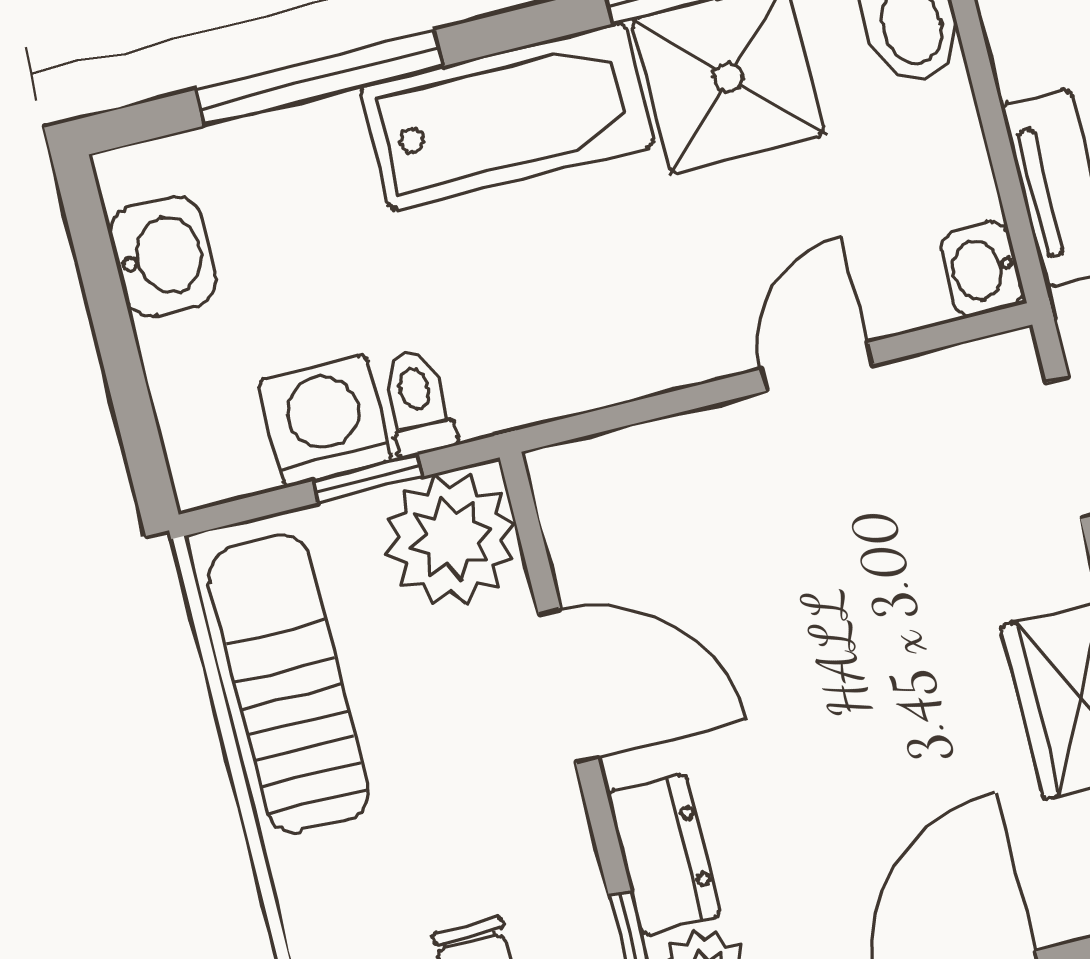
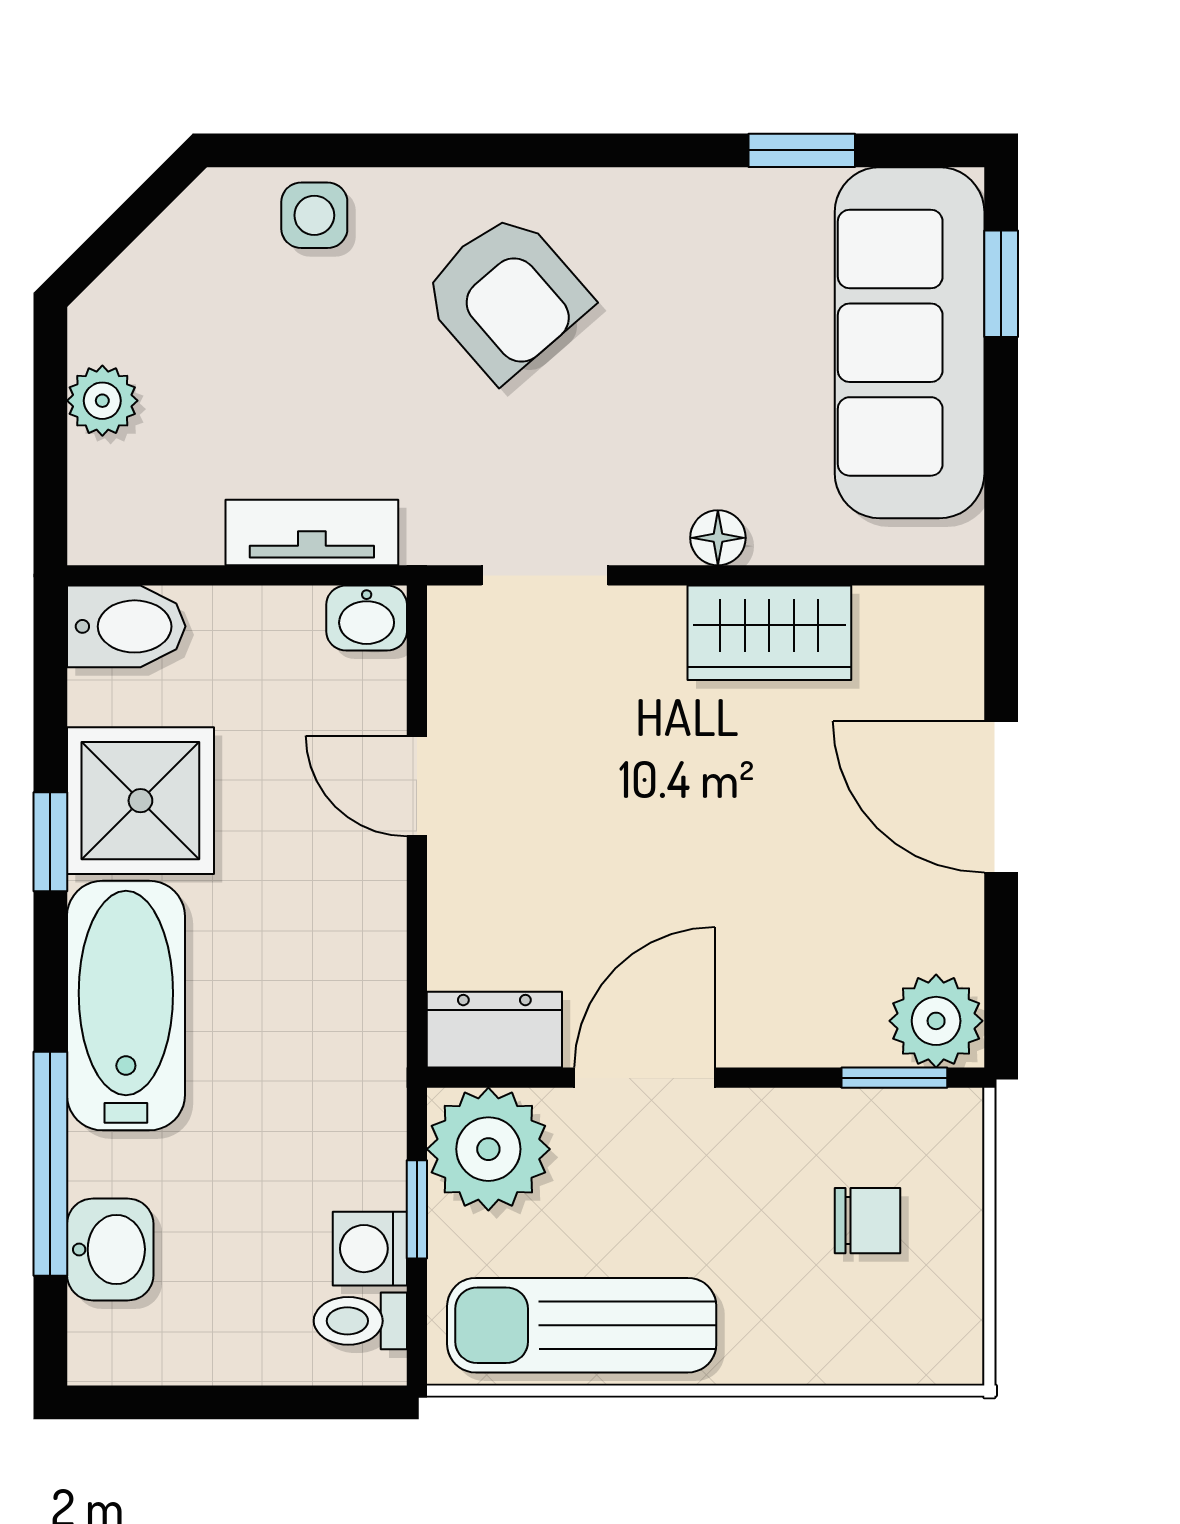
washbasin: (163, 256) -> (110, 1249), moved, turned 90
toilet: (418, 403) -> (360, 1321), moved
washing machine: (325, 421) -> (370, 1249), width x0.73, depth x0.73
dresser: (664, 854) -> (494, 1030), moved

